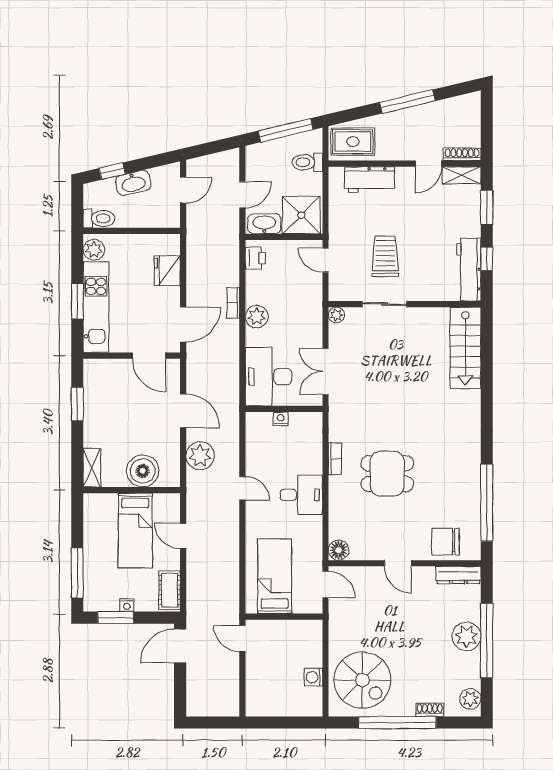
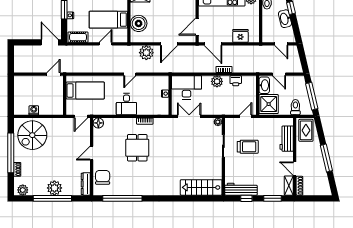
printer: (255, 258) -> (236, 81), moved

